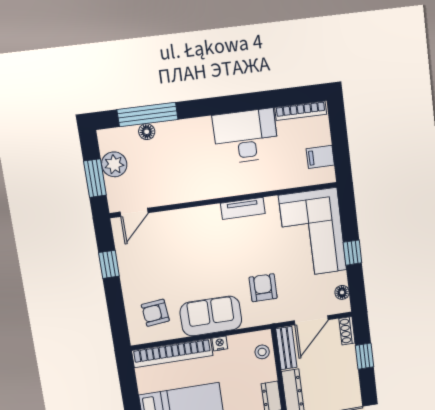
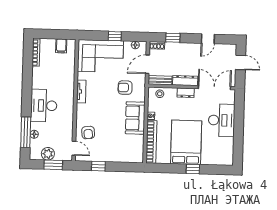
desk: (246, 136) -> (44, 106), moved
armchair: (155, 313) -> (88, 133), moved
door: (311, 320) -> (147, 64), swing flipped

